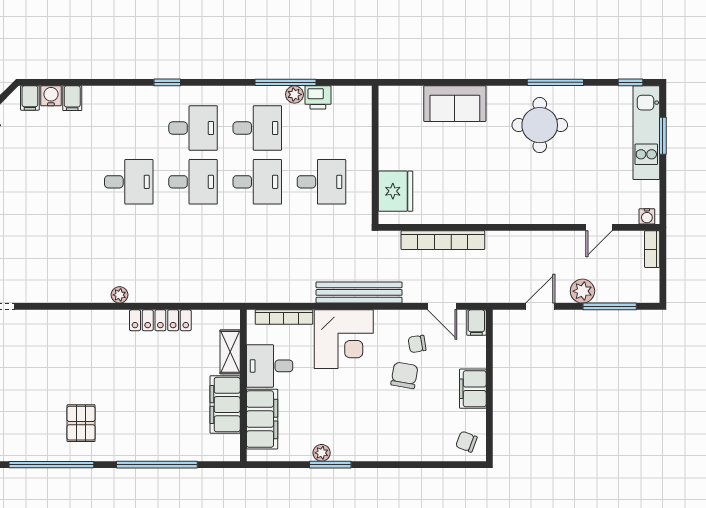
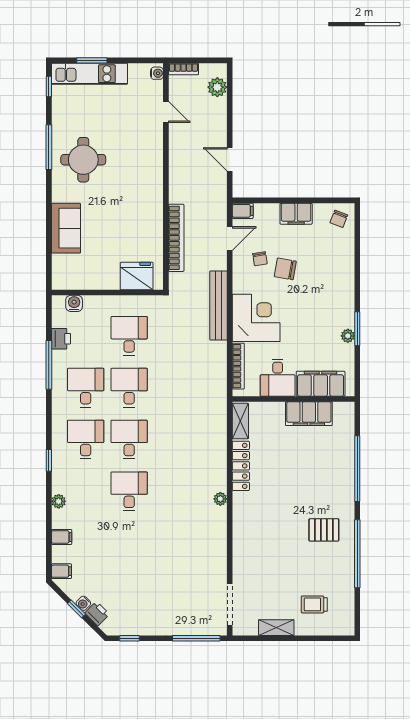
plant: (294, 94) -> (59, 501), moved
water cooler: (51, 96) -> (74, 303), moved, turned 90
plant: (582, 291) -> (217, 87), moved
window: (610, 306) -> (230, 103), removed
shelving: (230, 352) -> (240, 421), moved, turned 90

